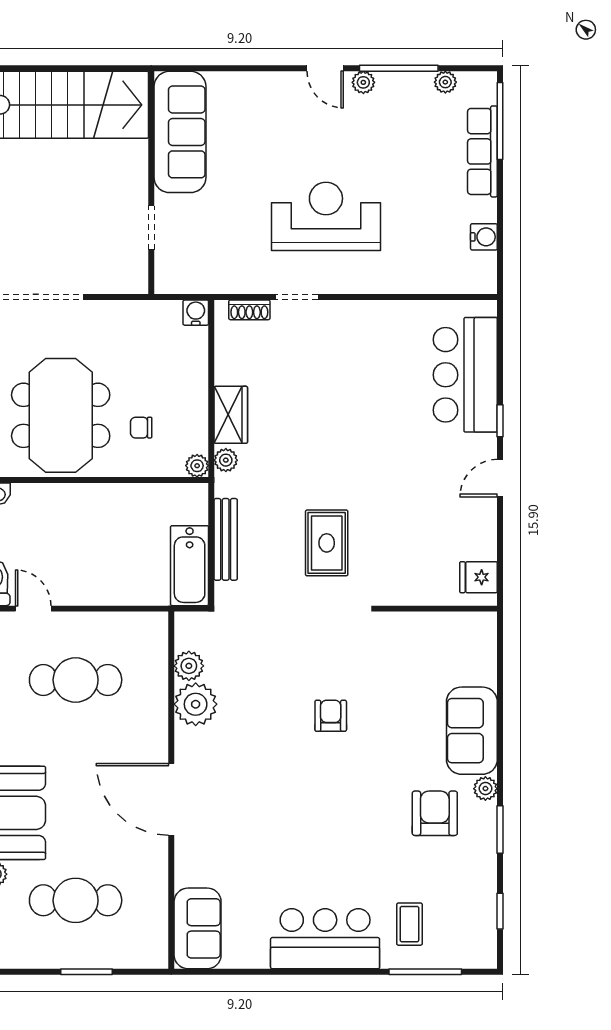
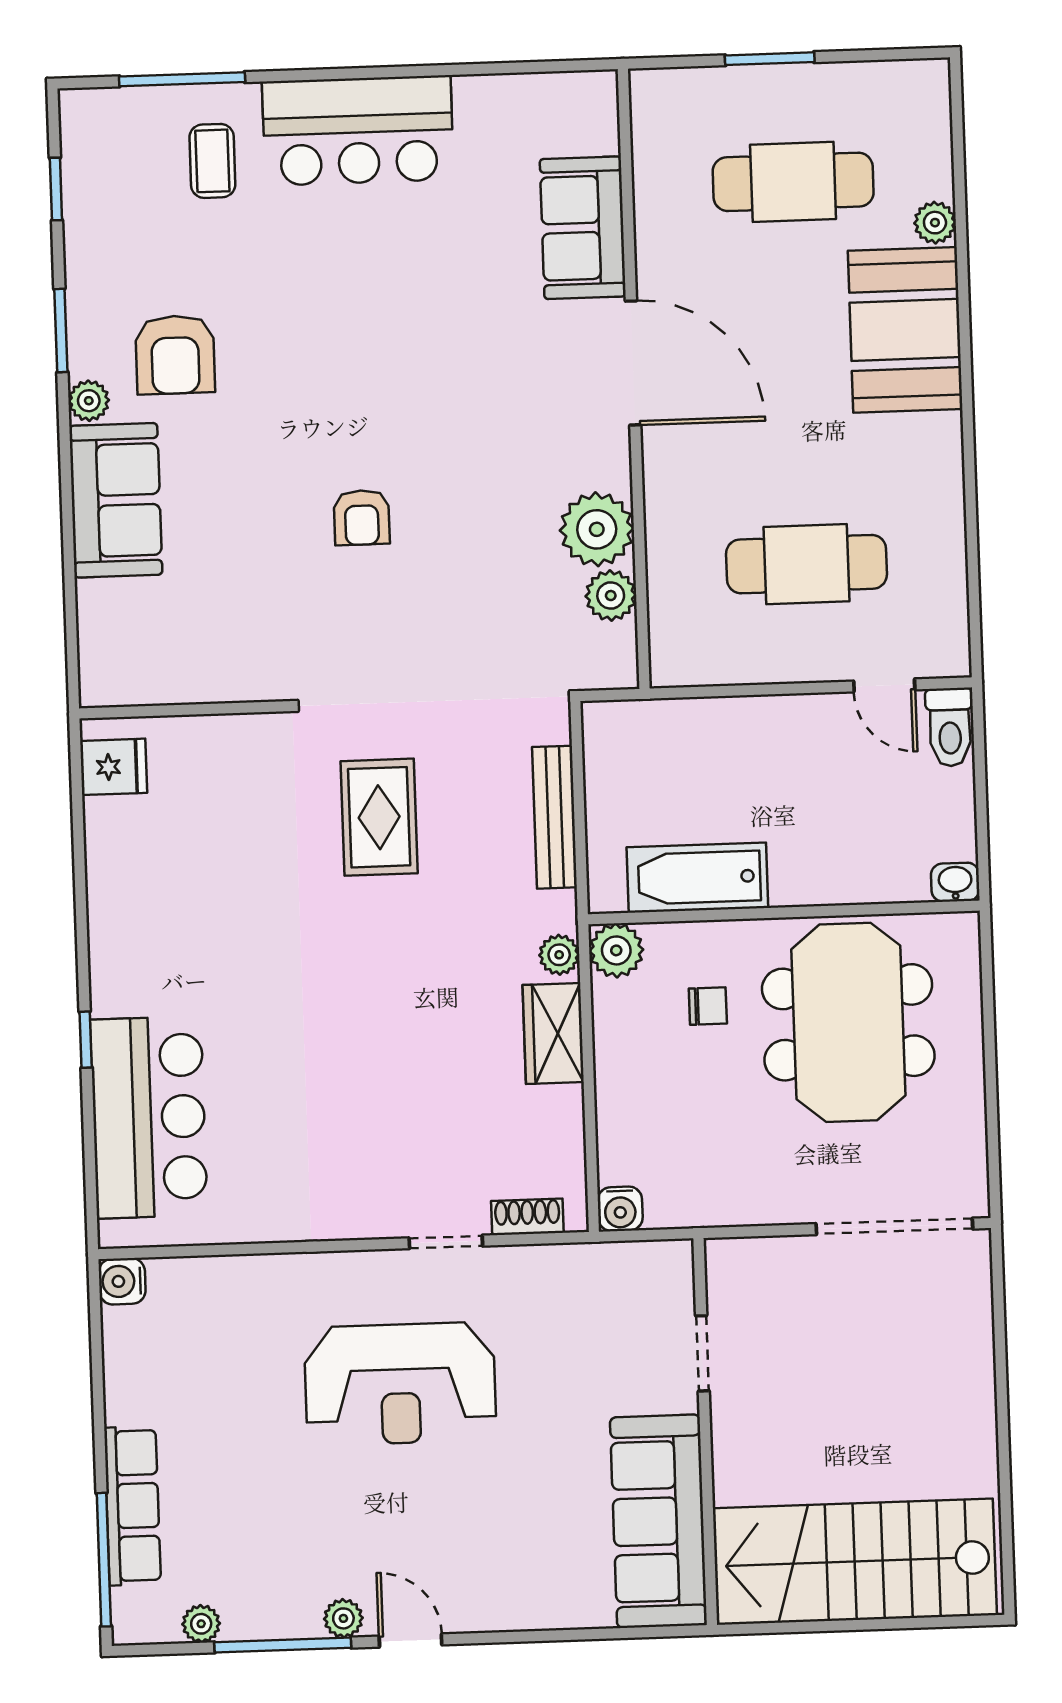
water cooler: (484, 237) -> (122, 1281), moved
plant: (197, 466) -> (616, 950), width x1.38, depth x1.38
door: (500, 478) -> (82, 940), removed
bathtub: (190, 566) -> (697, 878), moved, turned -90
sofa: (198, 928) -> (583, 228), moved

